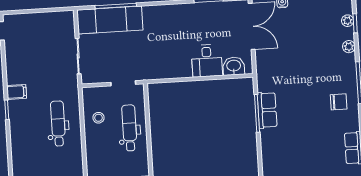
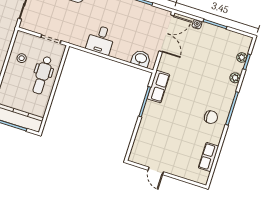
desk: (207, 61) -> (101, 40), moved
row of seats: (267, 110) -> (158, 87), moved
dental chair: (129, 128) -> (42, 75), turned 180

